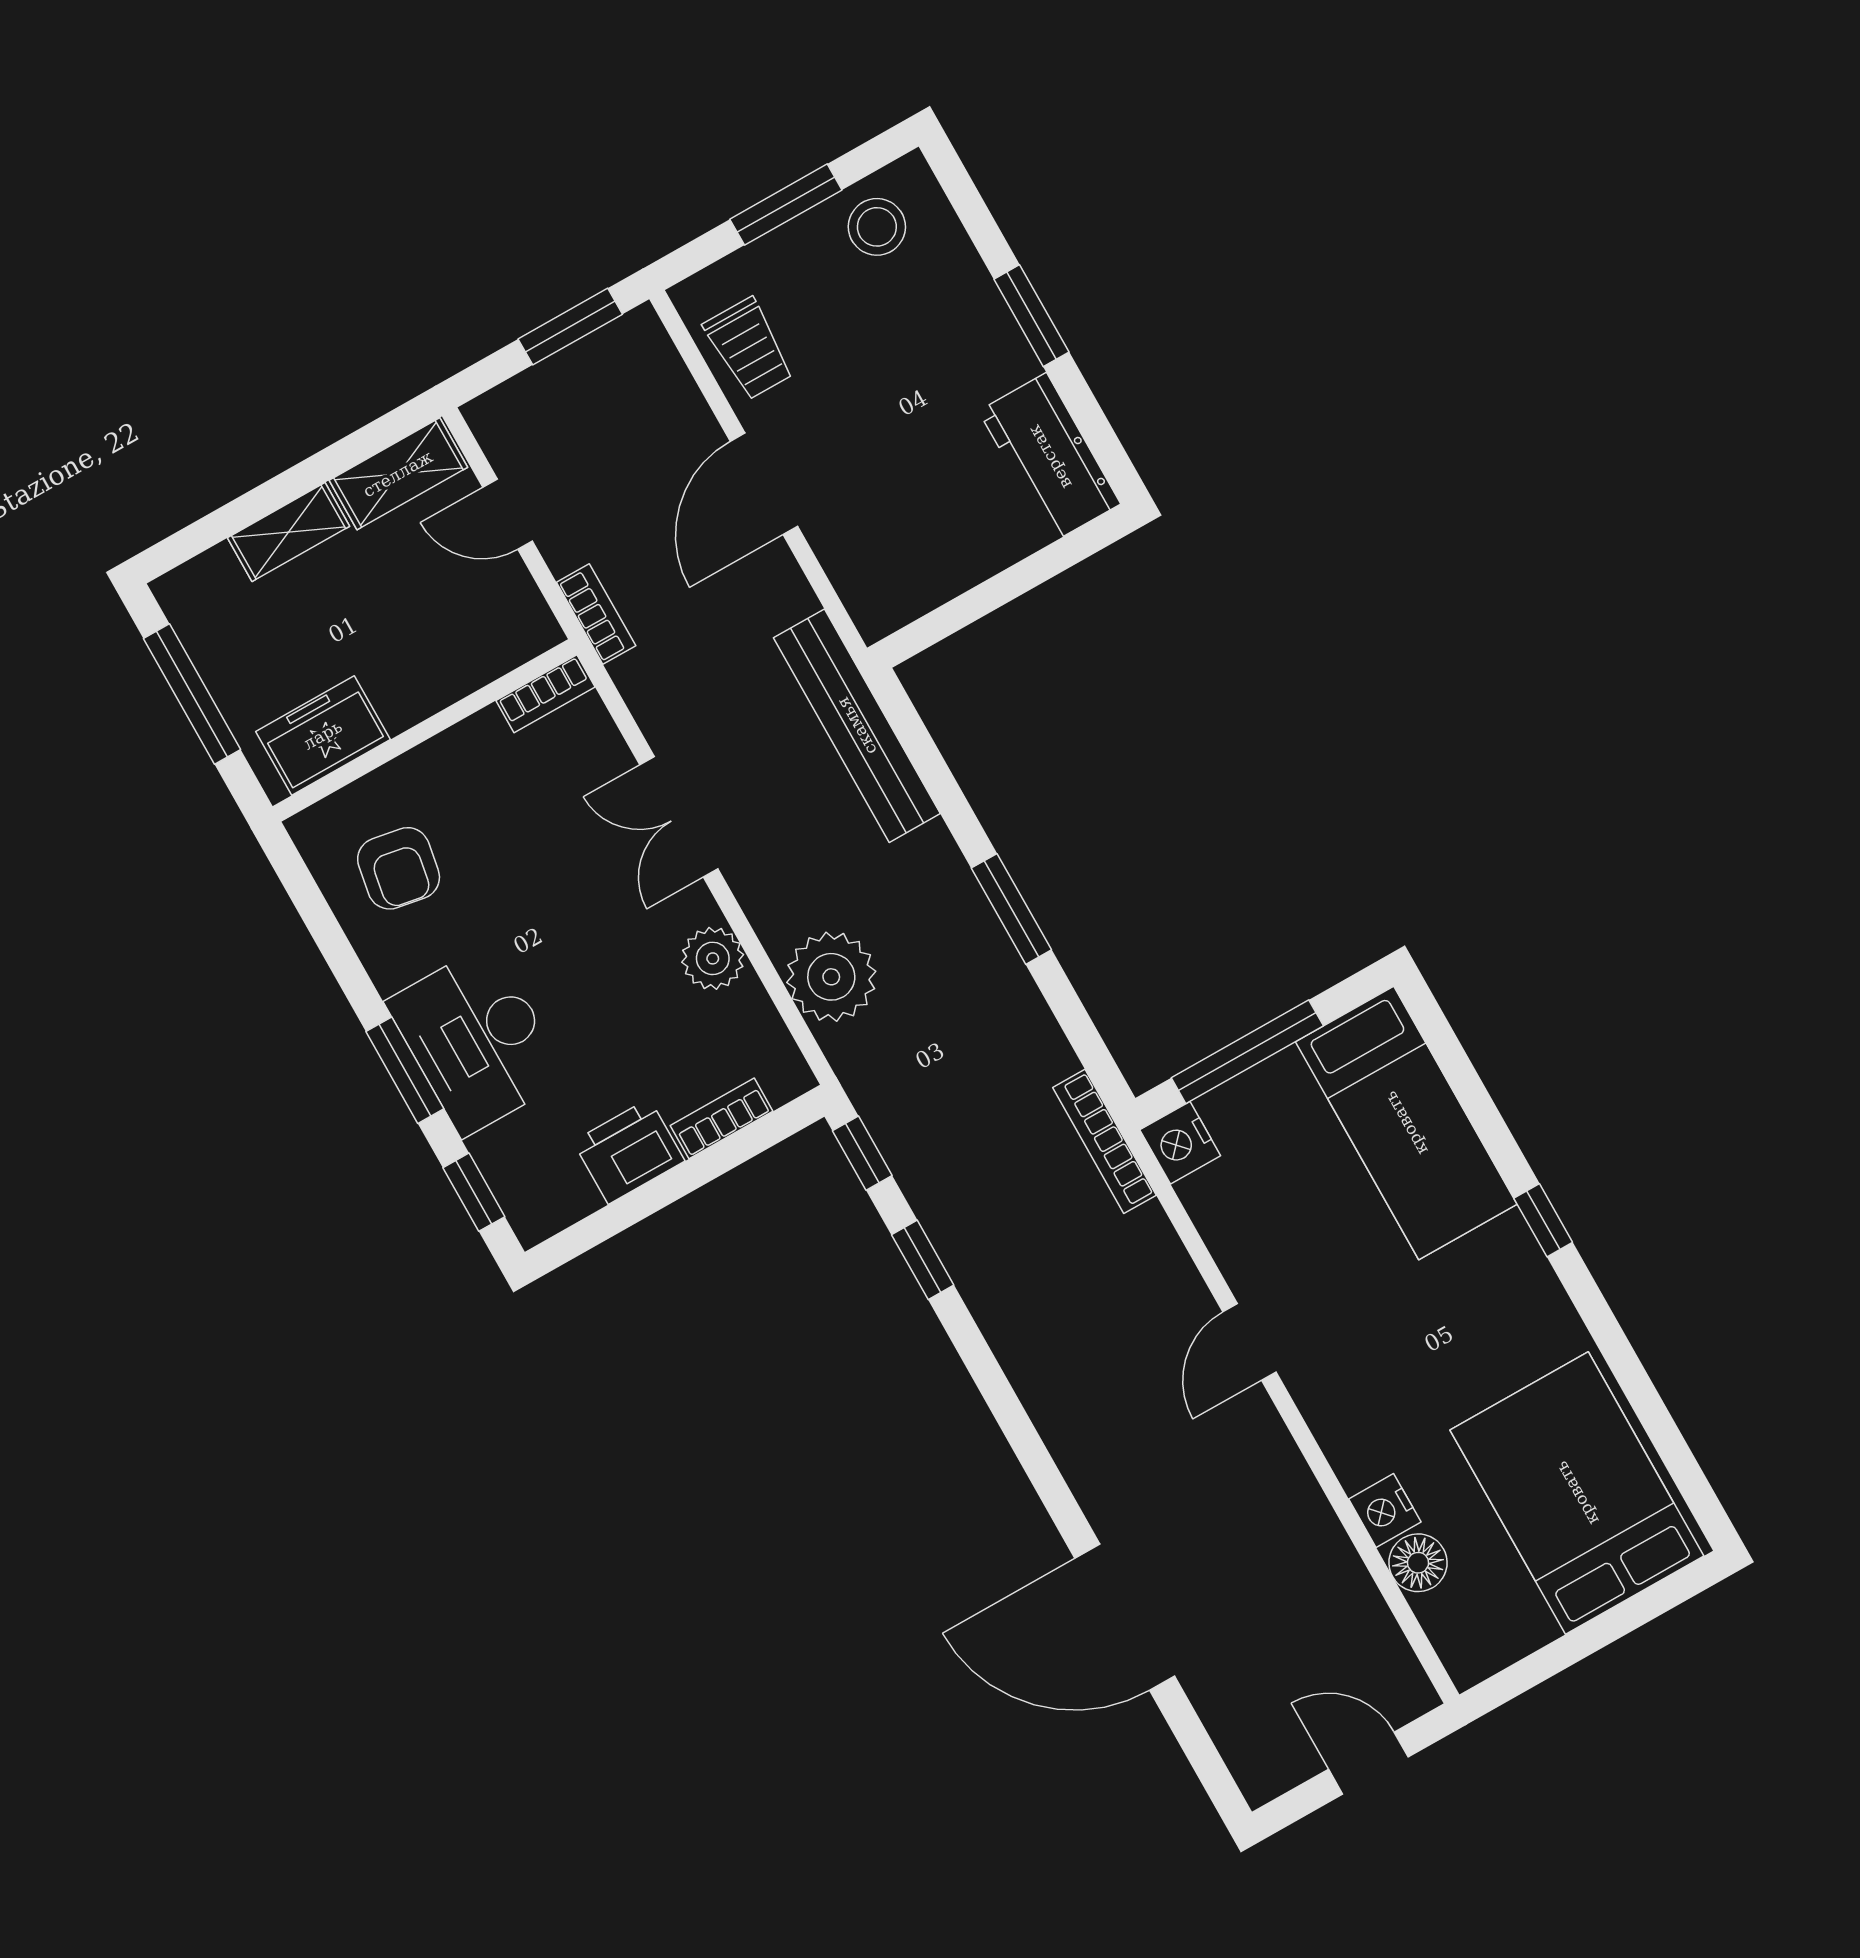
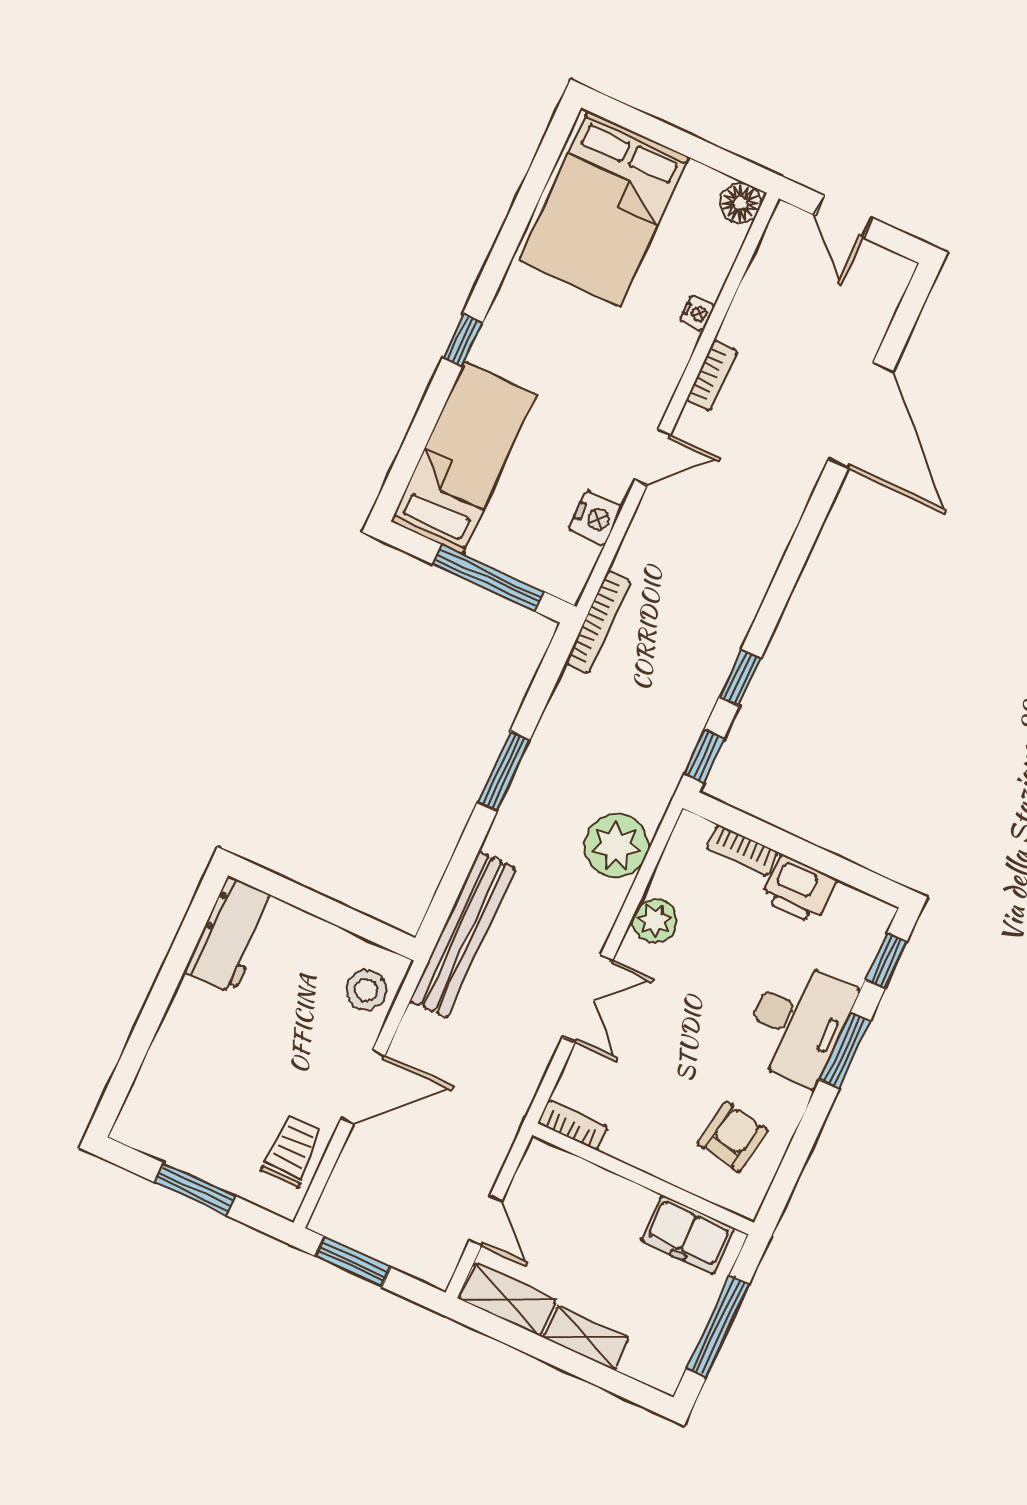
stool: (877, 227) -> (366, 990), moved
window: (1031, 316) -> (157, 1004), removed
bookcase: (596, 614) -> (712, 376), moved, turned 180
nightstand: (1180, 1143) -> (596, 518), moved
nightstand: (1385, 1511) -> (697, 313), width x0.72, depth x0.74
floor lamp: (1418, 1563) -> (740, 203), moved

